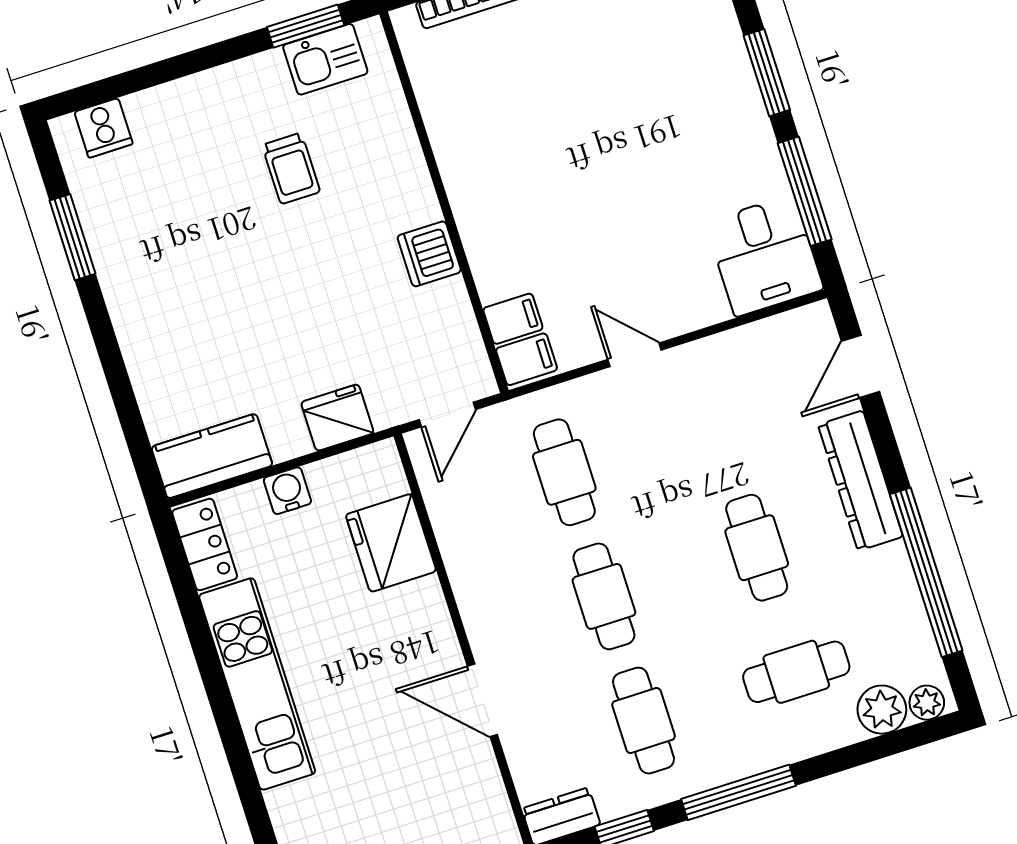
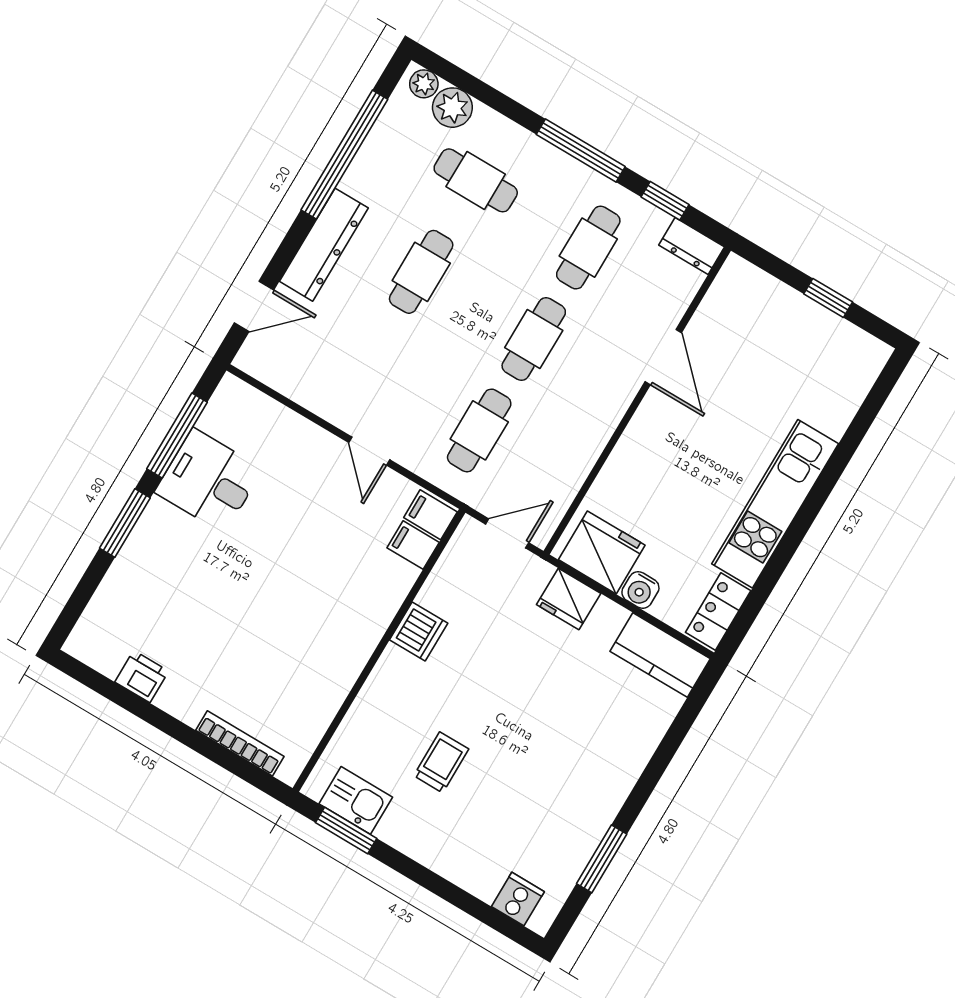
desk: (764, 256) -> (209, 481), moved, turned -90
fridge: (391, 543) -> (602, 552), moved, turned -90

